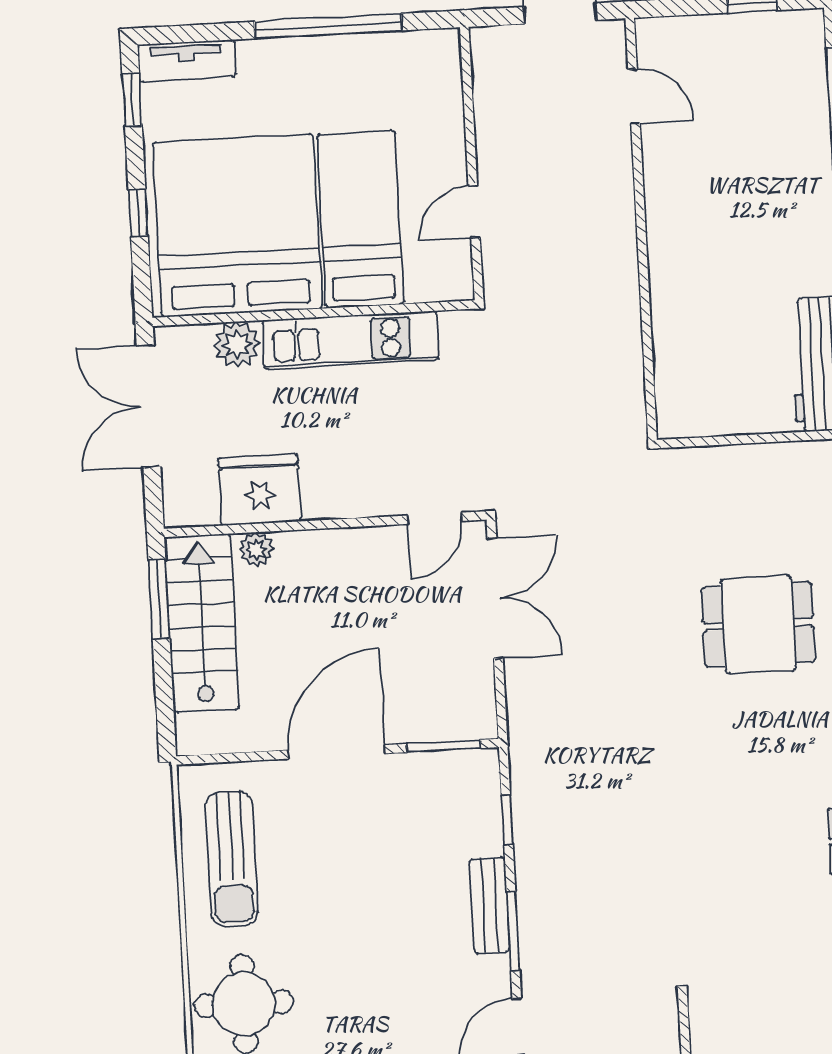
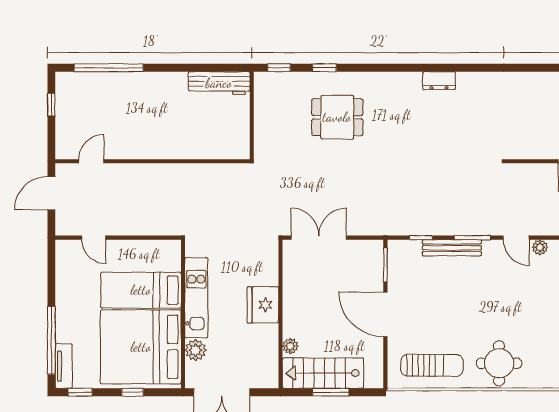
window: (328, 26) -> (51, 340), moved
door: (474, 212) -> (94, 238), moved
fridge: (259, 490) -> (263, 305), moved
door: (435, 518) -> (280, 263), removed
window: (159, 599) -> (331, 392), moved
dining table: (758, 625) -> (337, 117), turned 90
bench: (490, 905) -> (452, 248), width x1.36

